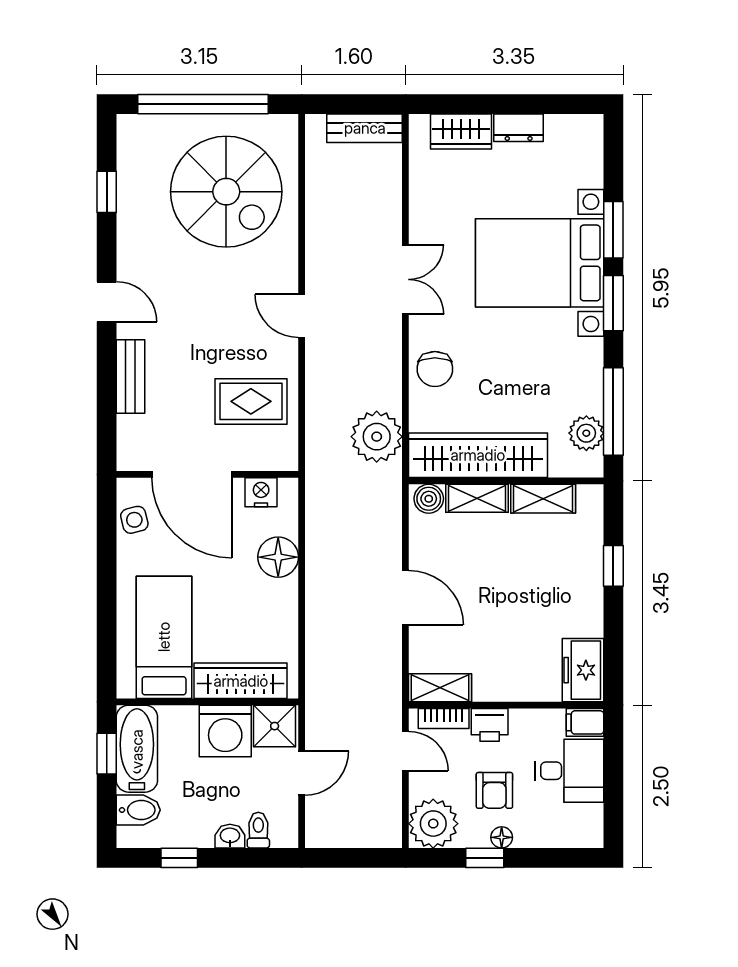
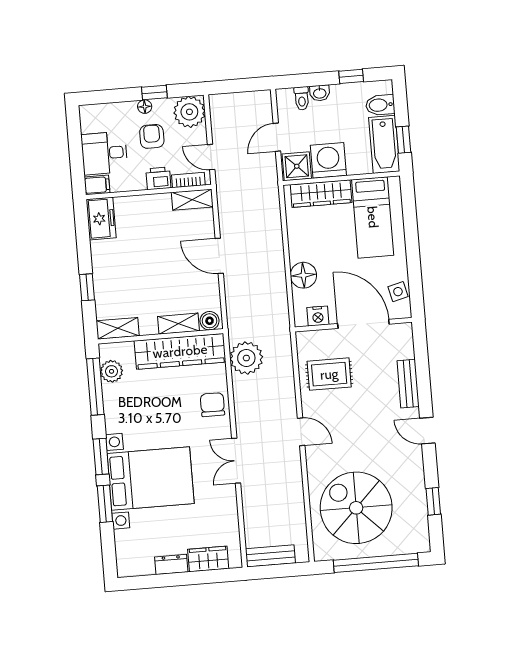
shelving: (543, 499) -> (118, 328), moved

